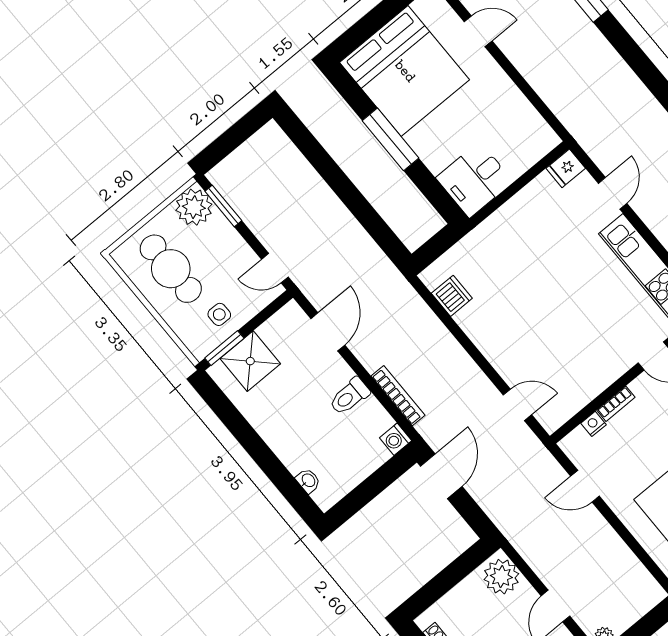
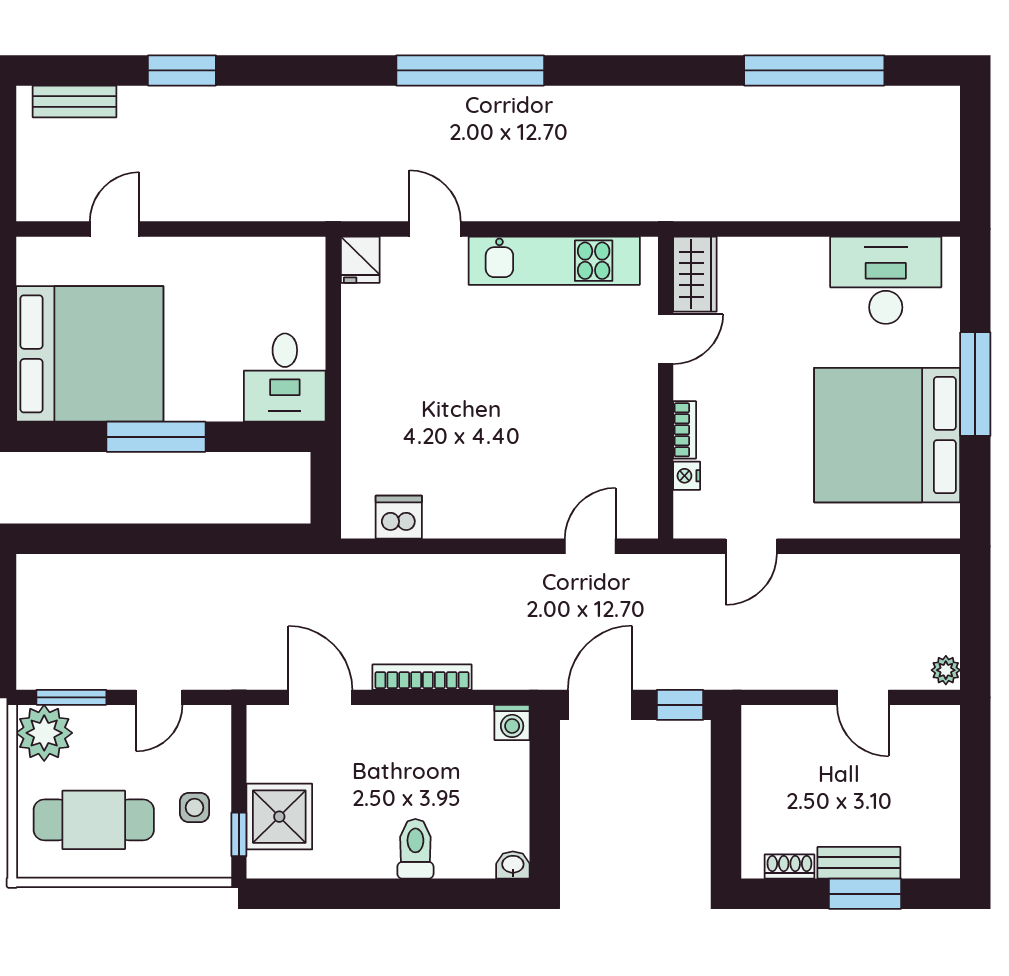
door: (275, 268) -> (159, 697), moved
window: (224, 348) -> (239, 834), width x0.67
toilet: (349, 396) -> (415, 849), moved, turned 180
bookcase: (398, 396) -> (422, 677), moved
door: (441, 476) -> (600, 705), hinge flipped
washbasin: (308, 481) -> (513, 865), moved
window: (475, 517) -> (680, 705), added
plant: (501, 577) -> (776, 732), removed

